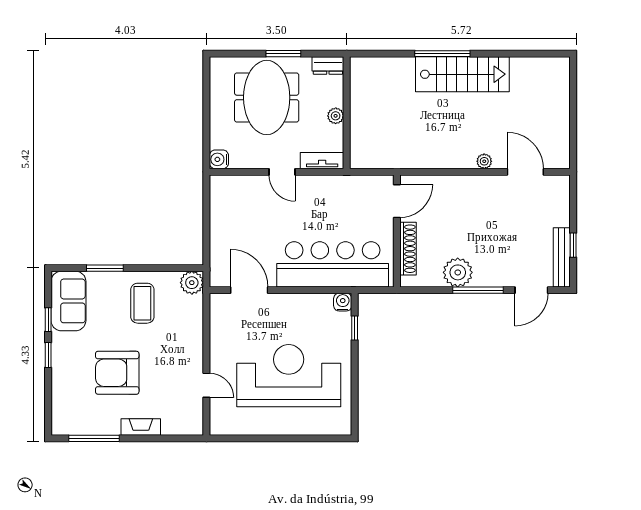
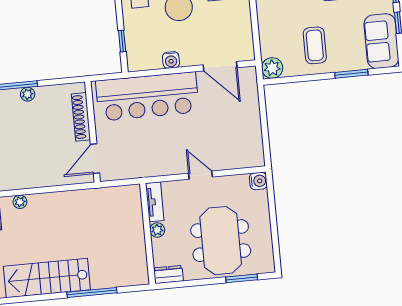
window: (283, 54) -> (242, 278), moved
window: (442, 54) -> (92, 293), moved
tv unit: (322, 161) -> (155, 202), moved, turned -90
plant: (458, 272) -> (28, 94), width x0.53, depth x0.53
water cooler: (343, 302) -> (171, 60), moved

